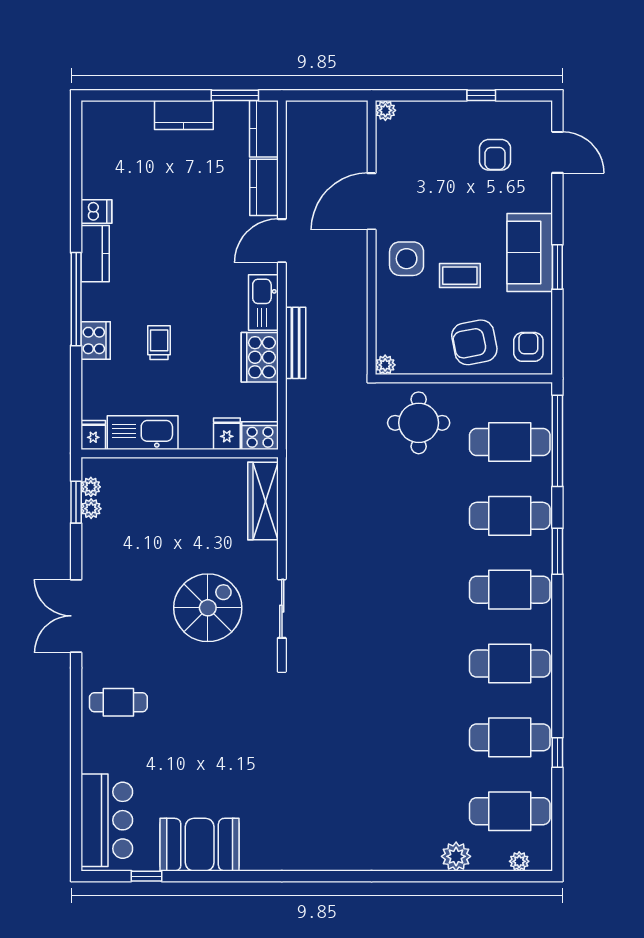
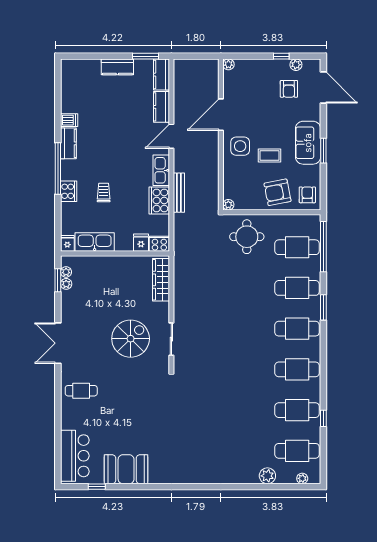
plant: (508, 111) -> (296, 65), added
door: (557, 152) -> (323, 88), width x1.36

